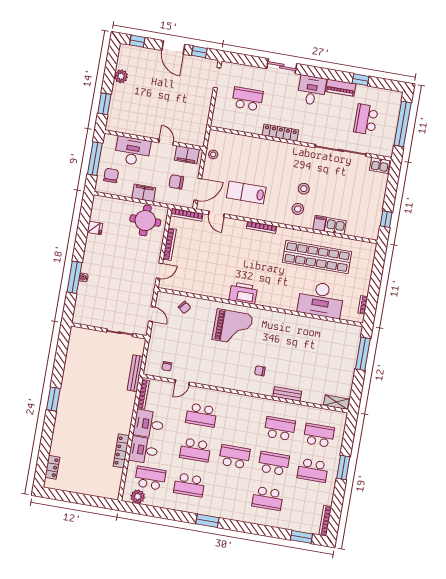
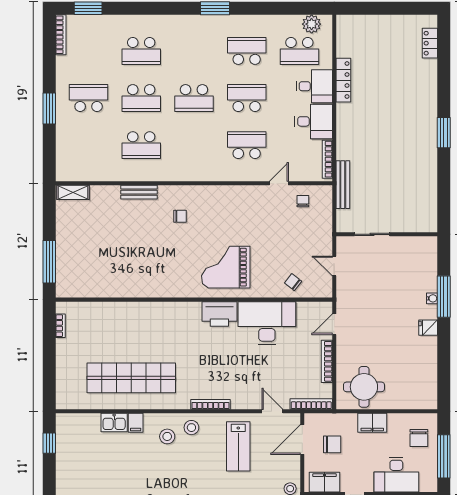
stool: (304, 189) -> (191, 428), moved
lab bench: (246, 192) -> (238, 446), turned 90
fridge: (95, 228) -> (428, 328), moved
desk: (321, 300) -> (267, 323), moved
school desk: (319, 435) -> (89, 145), removed
school desk: (268, 498) -> (141, 51), turned 180

